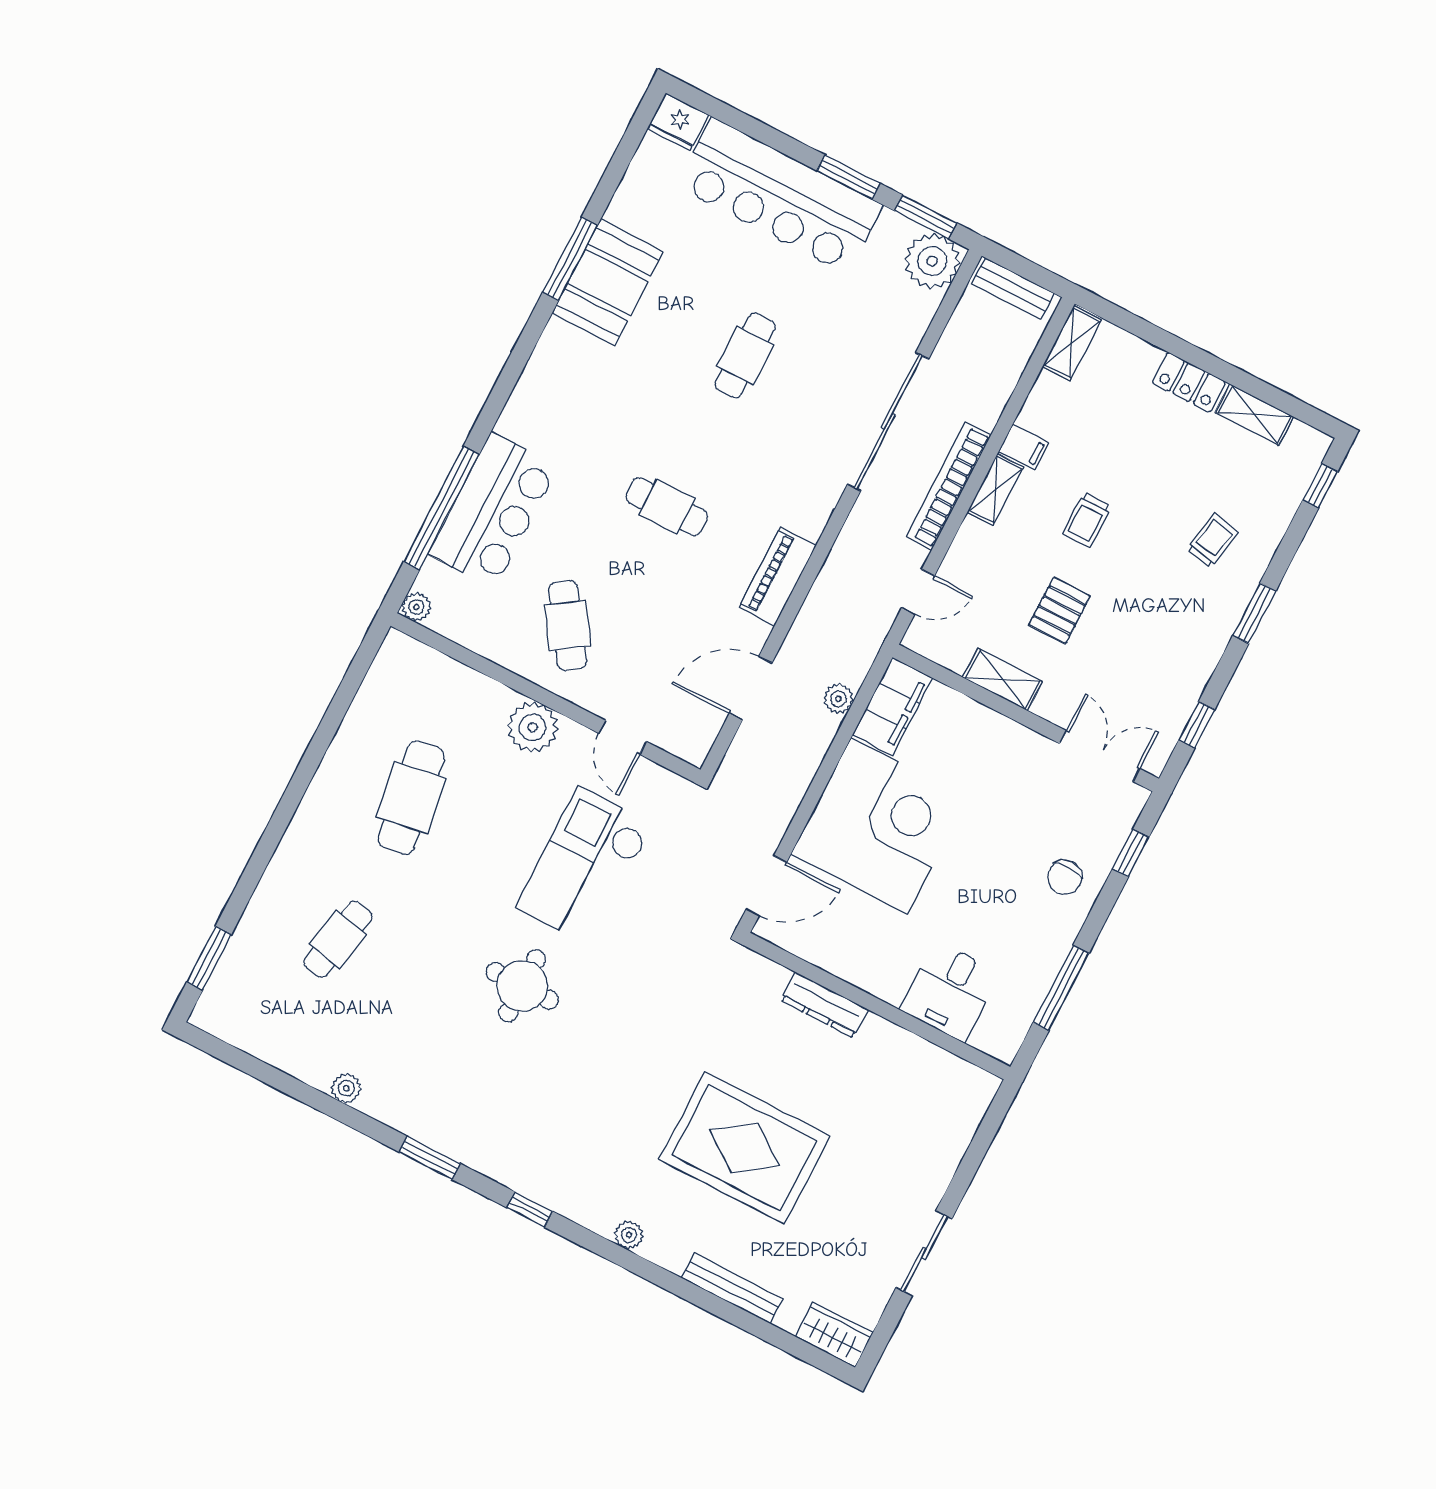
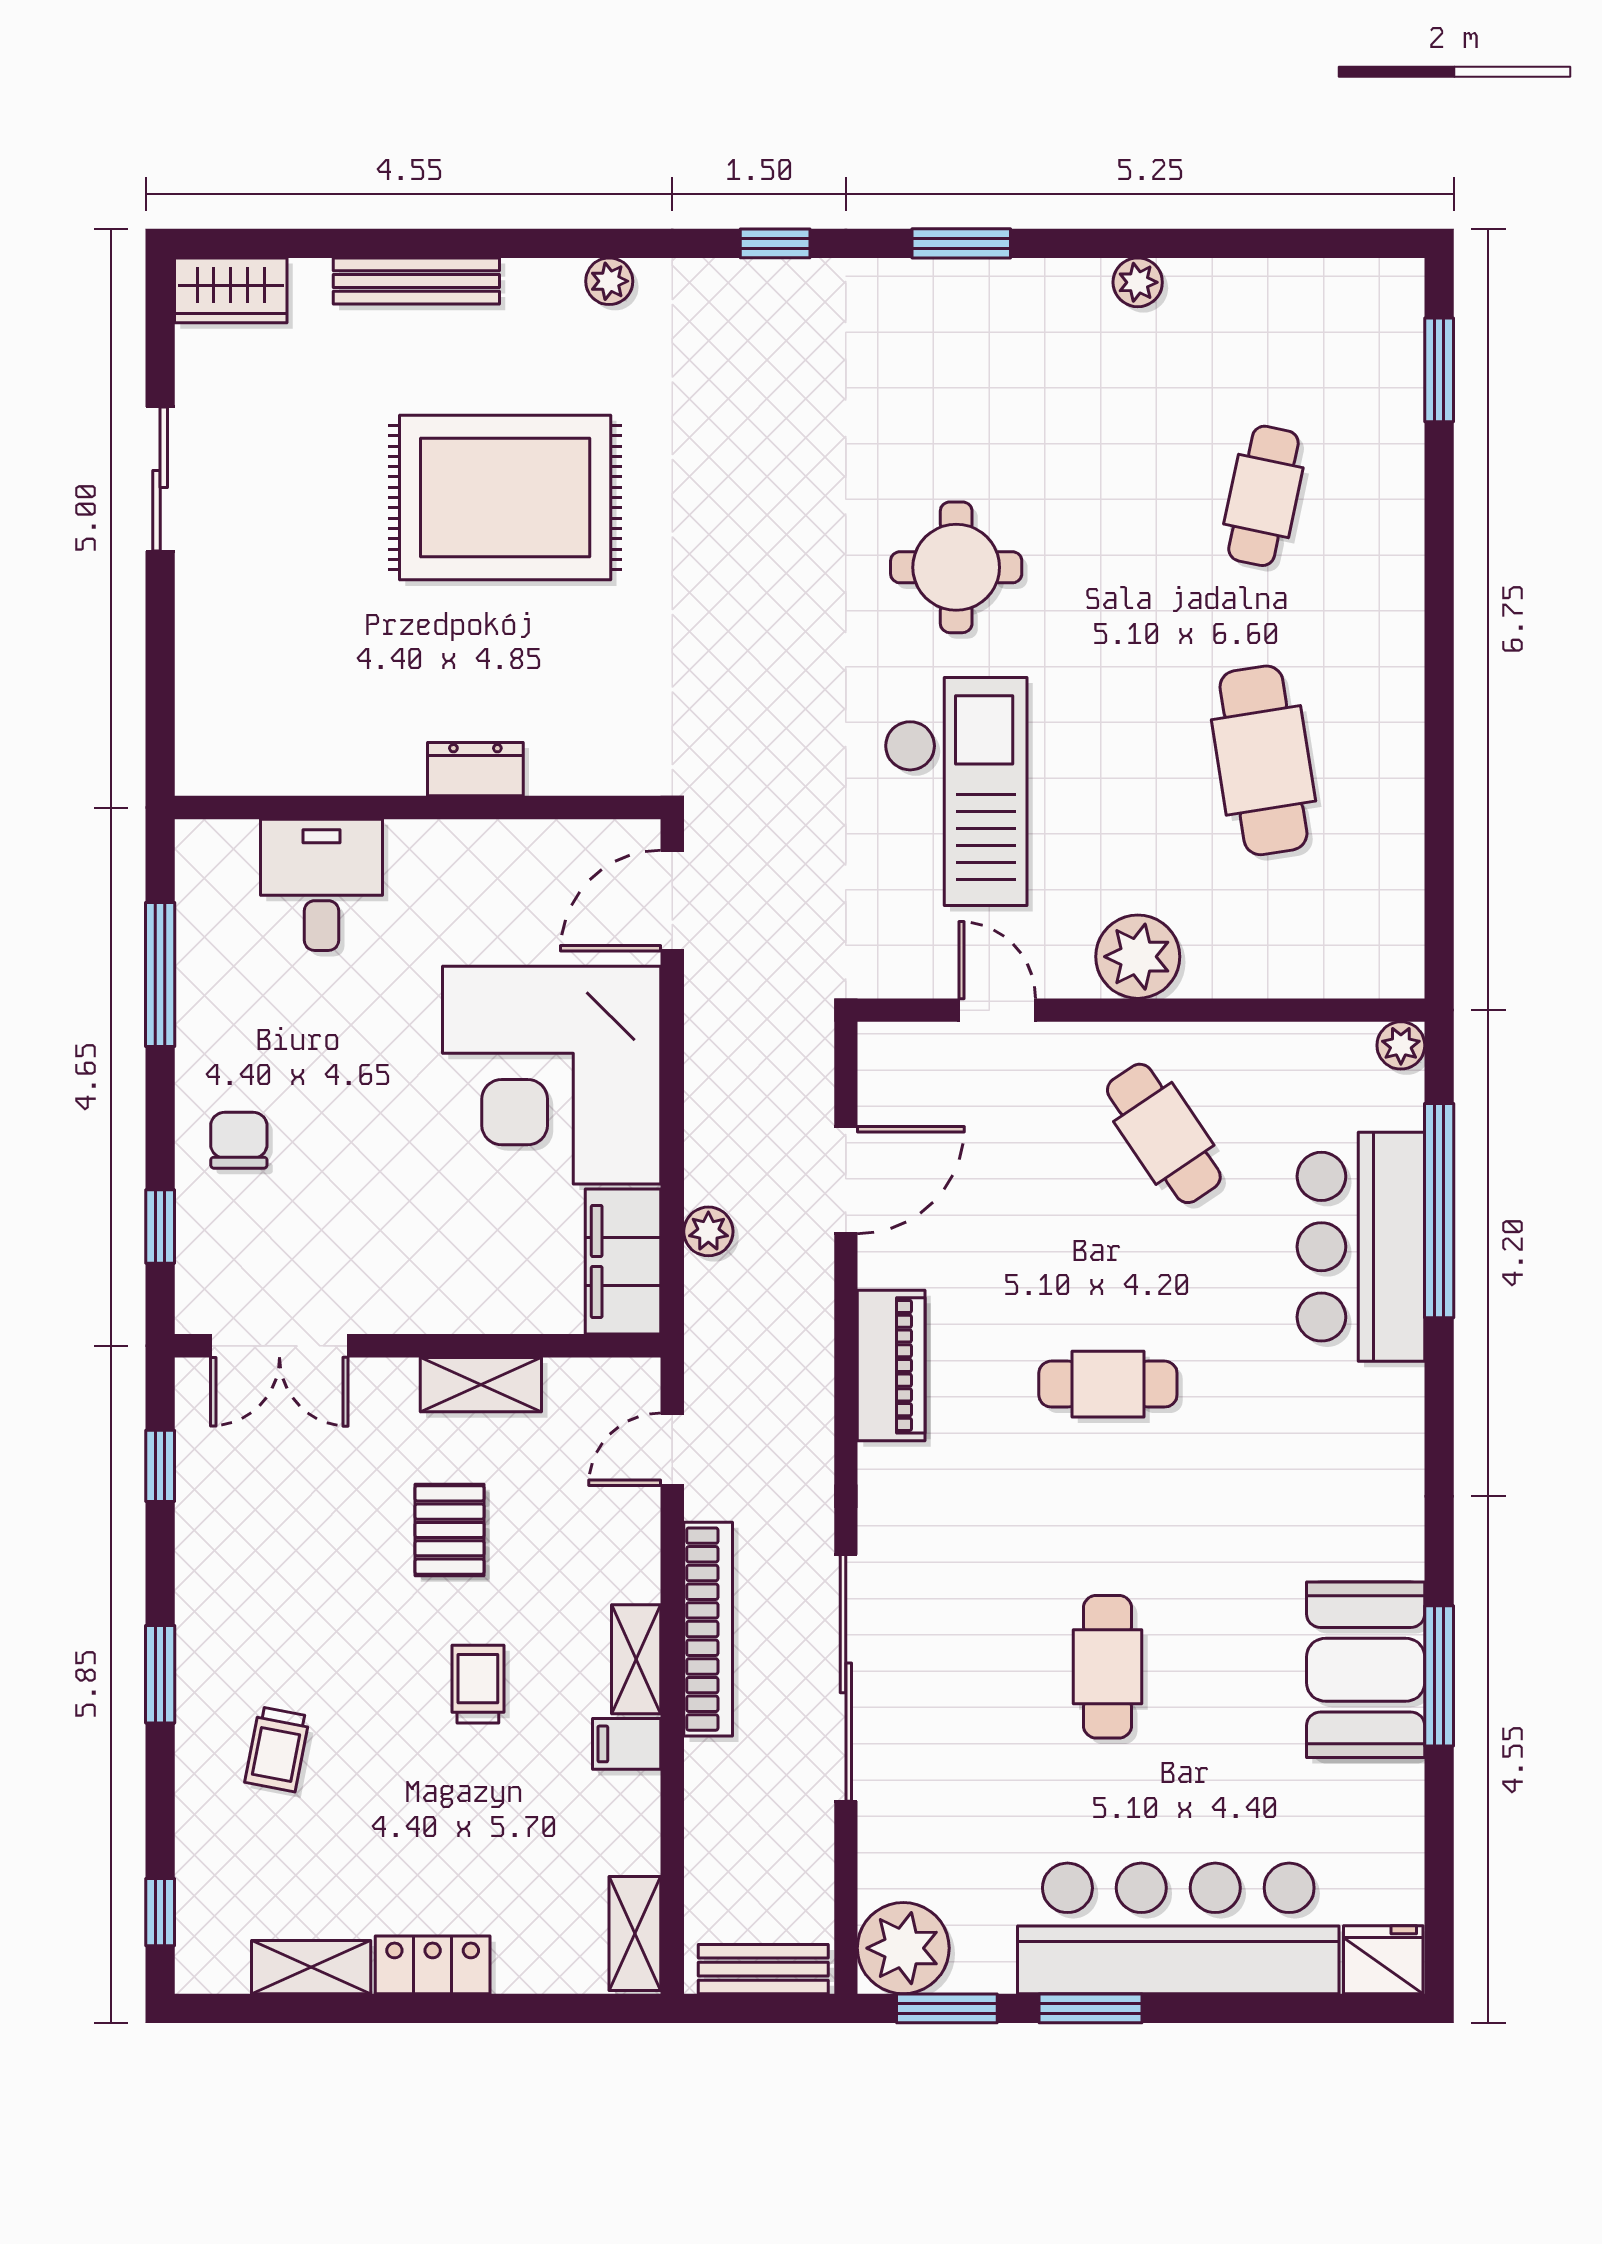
dresser: (824, 1005) -> (475, 769), width x0.70

